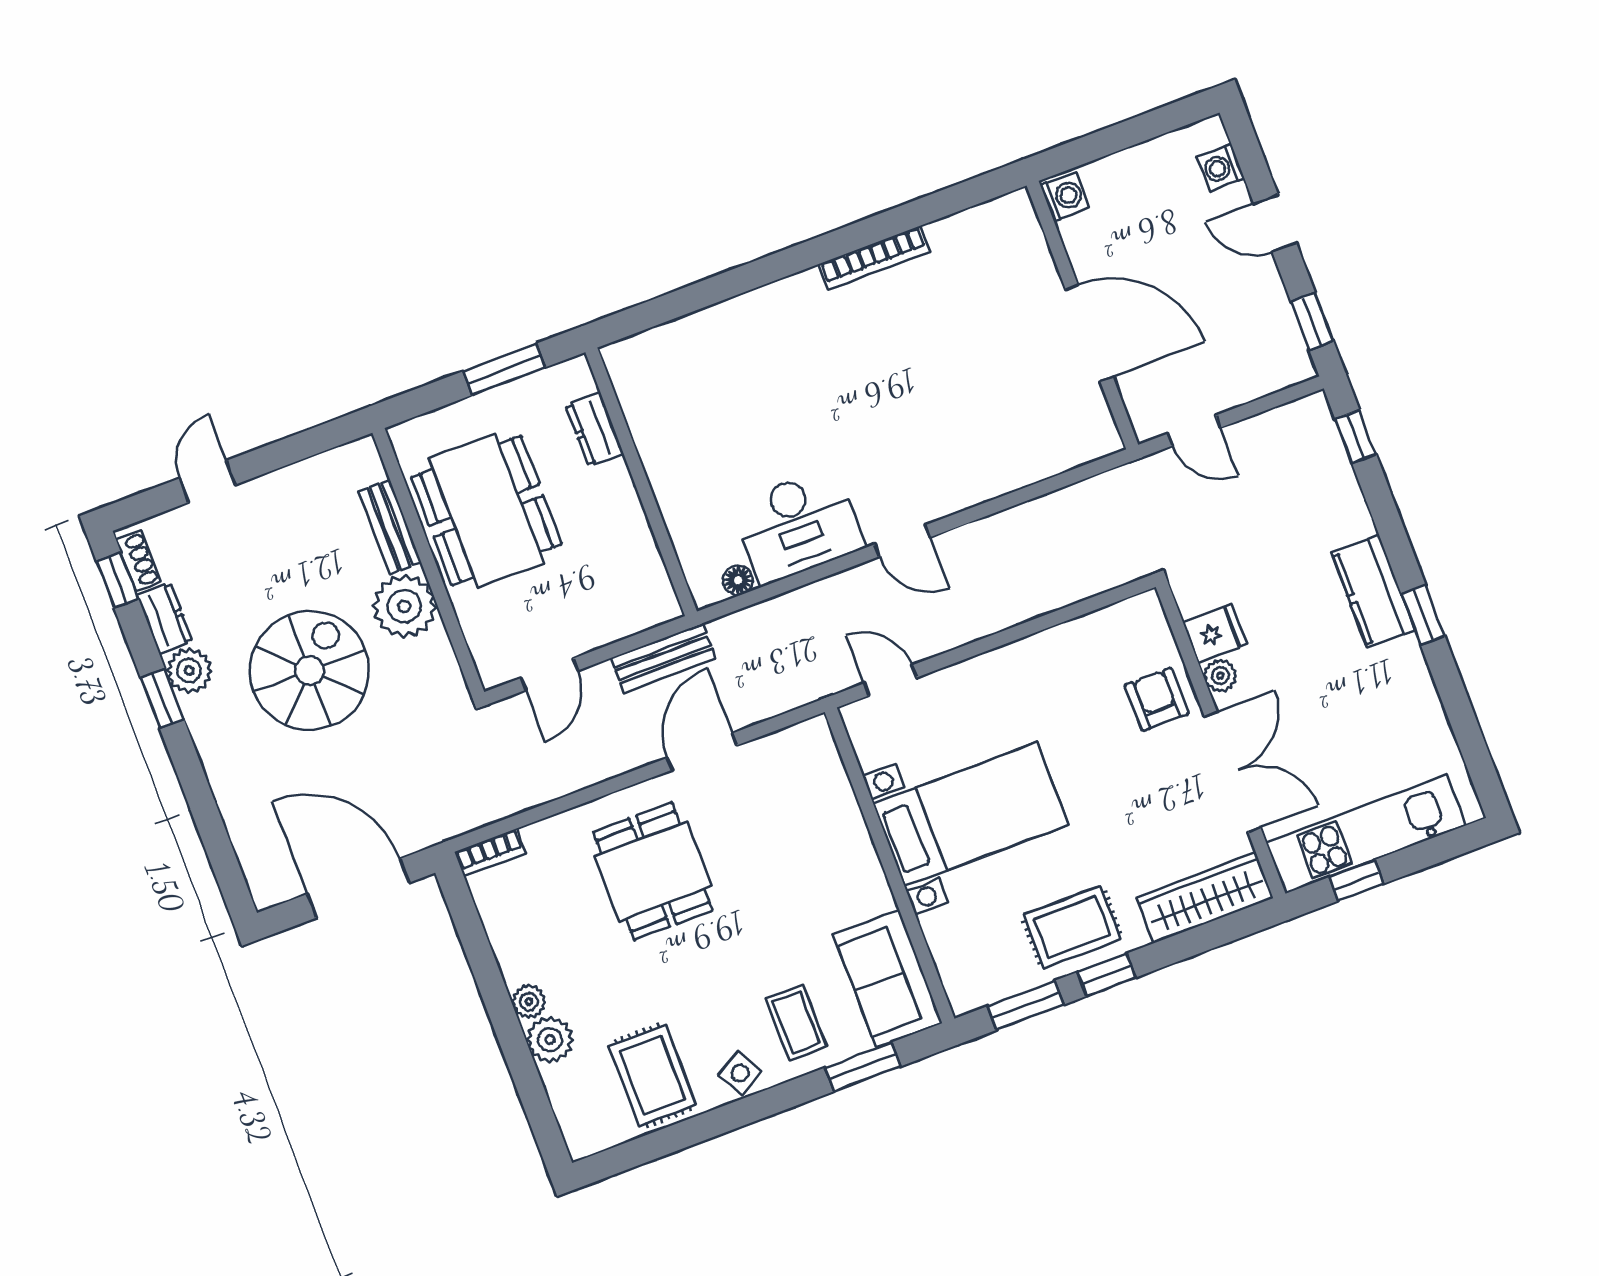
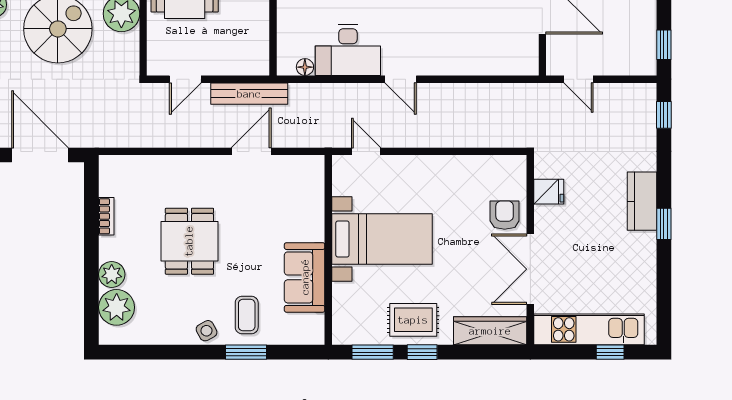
bench: (663, 658) -> (249, 94), width x1.36
plant: (1220, 676) -> (543, 215), removed
double door: (1232, 772) -> (530, 269), swing flipped
bookcase: (490, 853) -> (106, 216), moved, turned -90
dining table: (653, 871) -> (189, 241), moved
window: (1356, 880) -> (610, 352), moved
sofa: (888, 979) -> (305, 277), moved
plant: (529, 1002) -> (117, 307), moved, width x1.87, depth x1.87
window: (863, 1067) -> (246, 352), moved
rug: (652, 1075) -> (159, 314), removed

